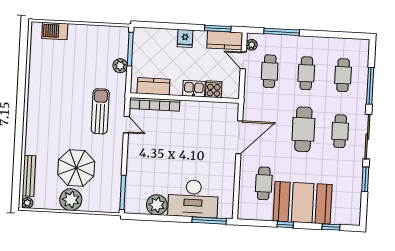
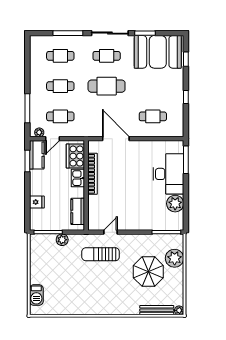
fridge: (185, 38) -> (37, 202), moved
cooker: (214, 89) -> (75, 156), width x1.87, depth x1.31
bookcase: (155, 104) -> (92, 174), moved
plant: (71, 200) -> (175, 258), moved
booth: (303, 203) -> (158, 52), moved, turned 90

